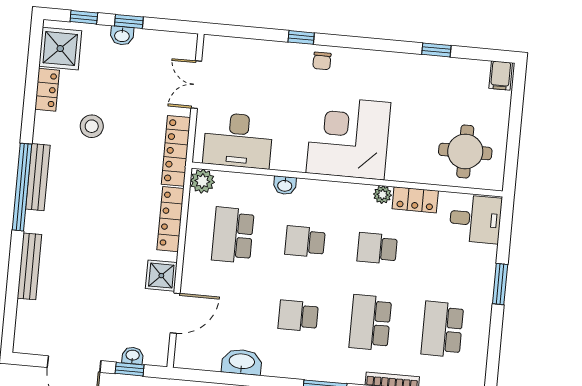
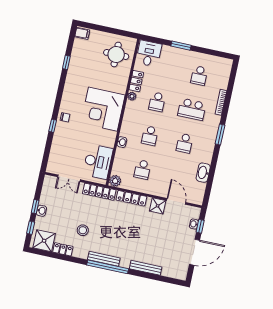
school desk: (233, 235) -> (142, 170), width x0.54
school desk: (442, 329) -> (199, 76), width x0.54

